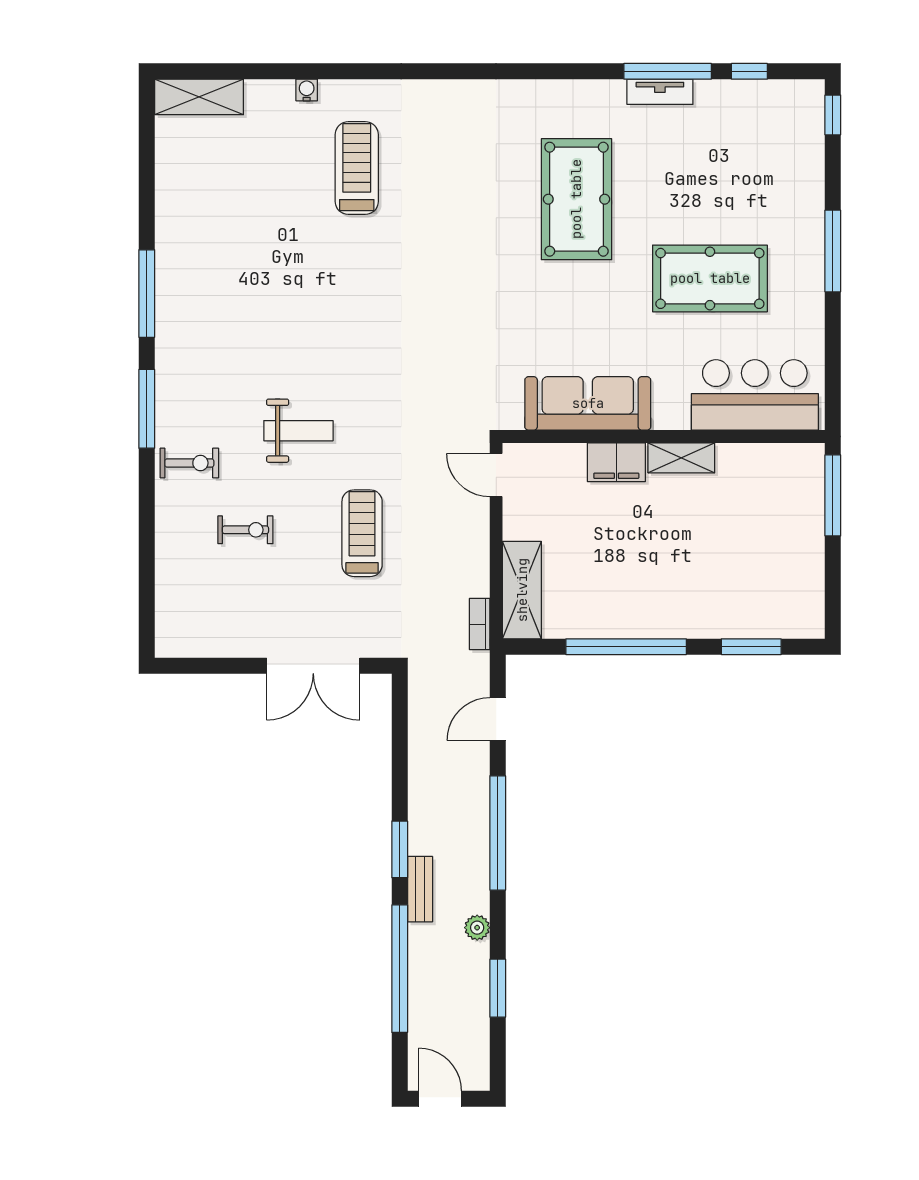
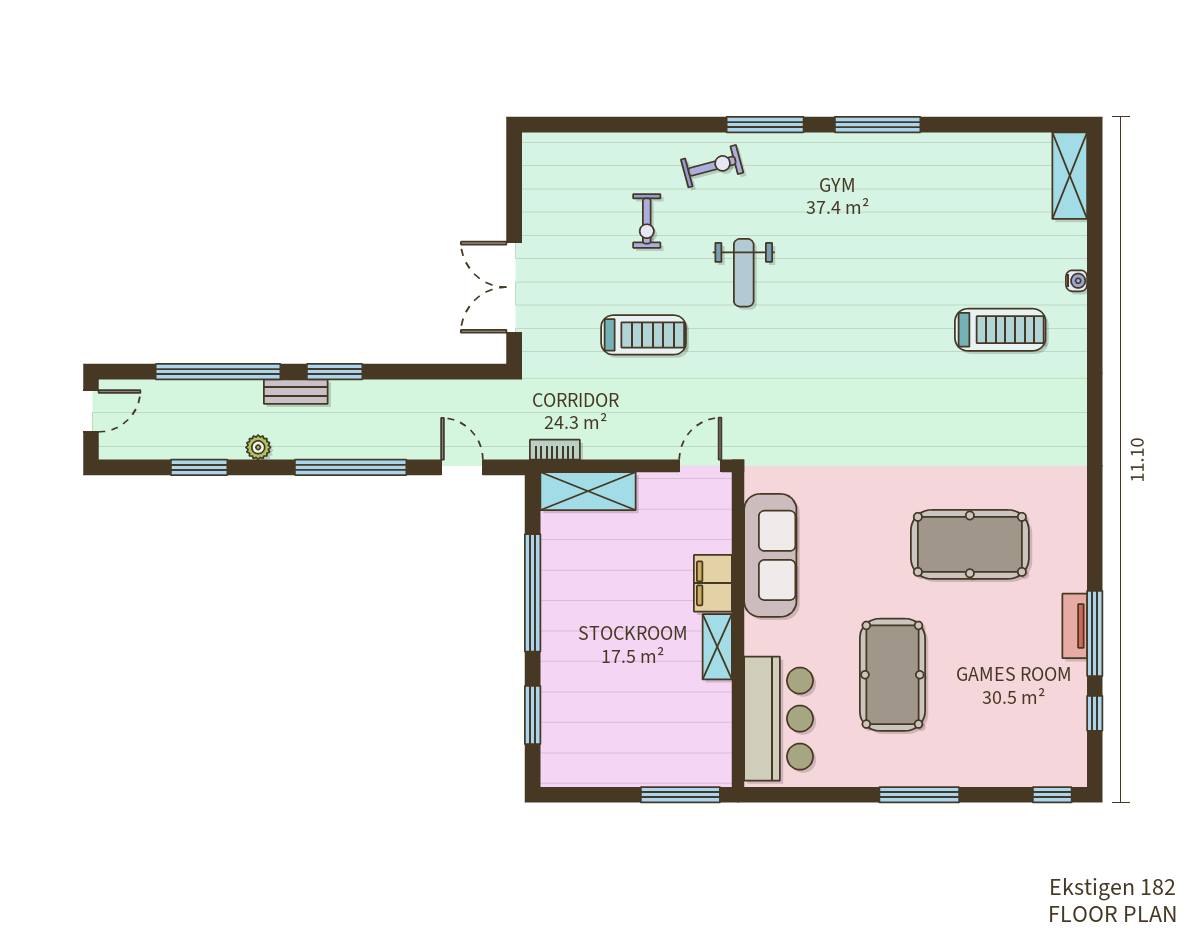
exercise bike: (189, 463) -> (712, 166), turned -105

